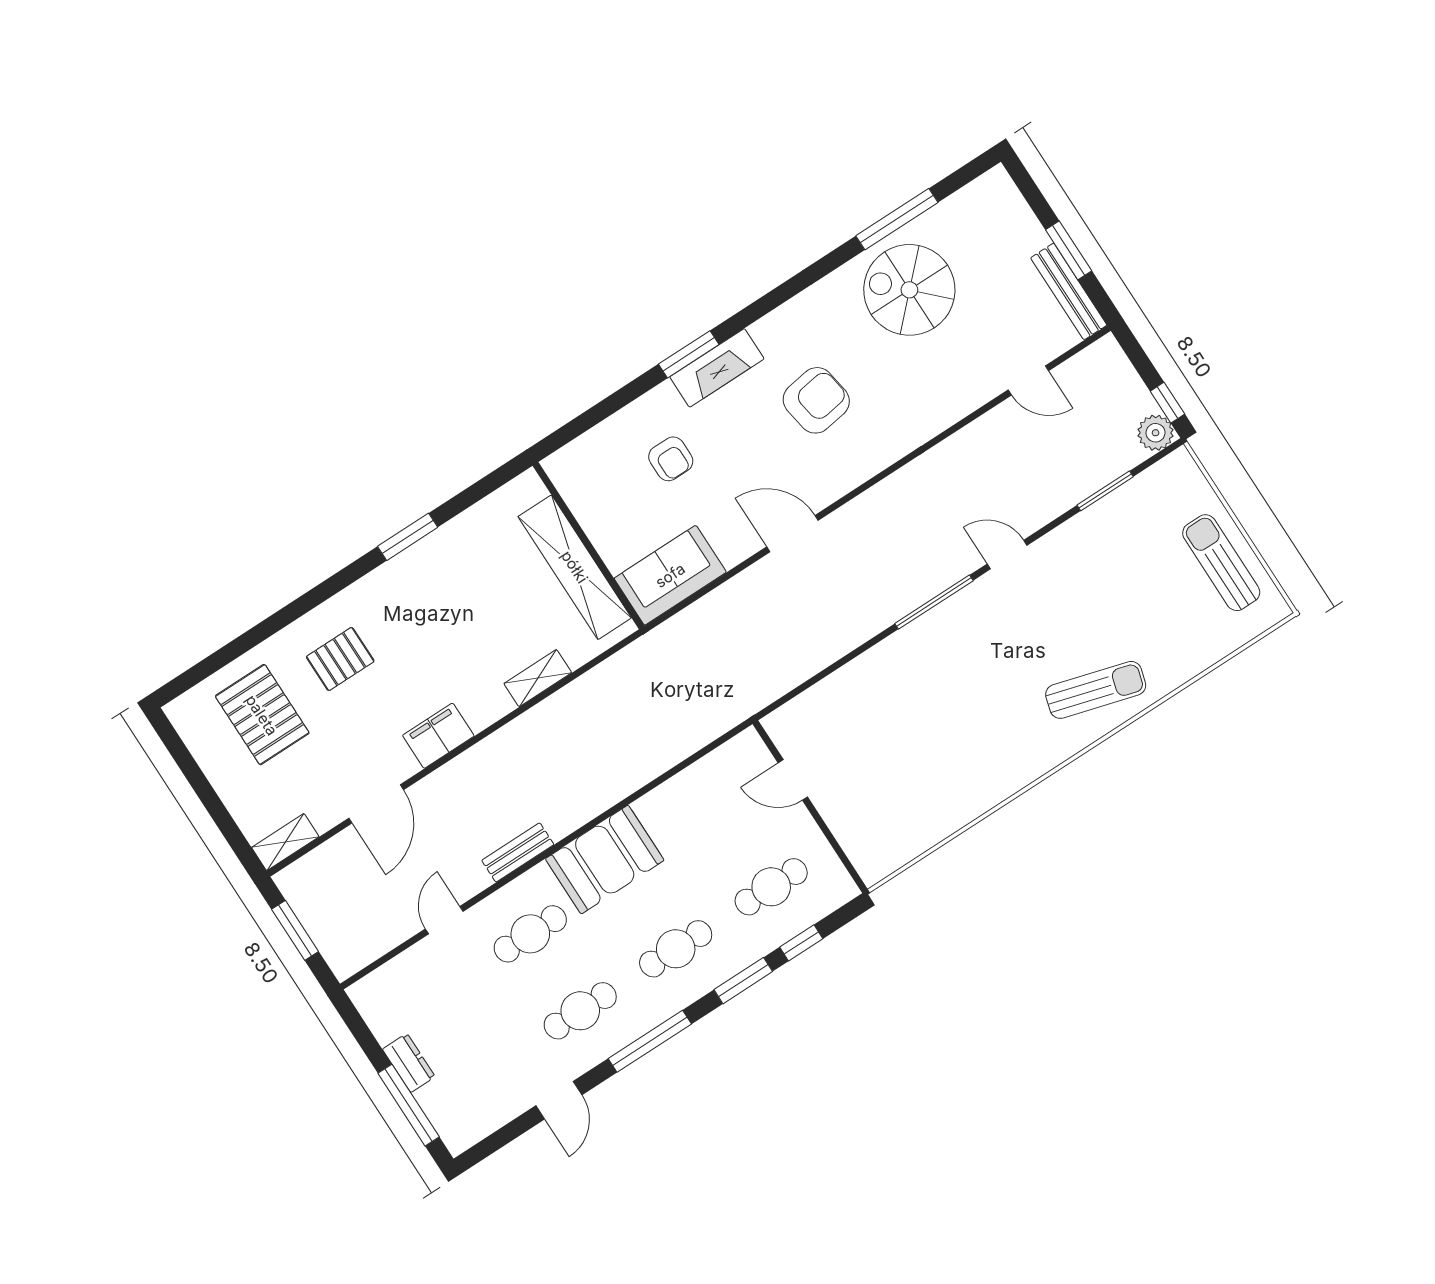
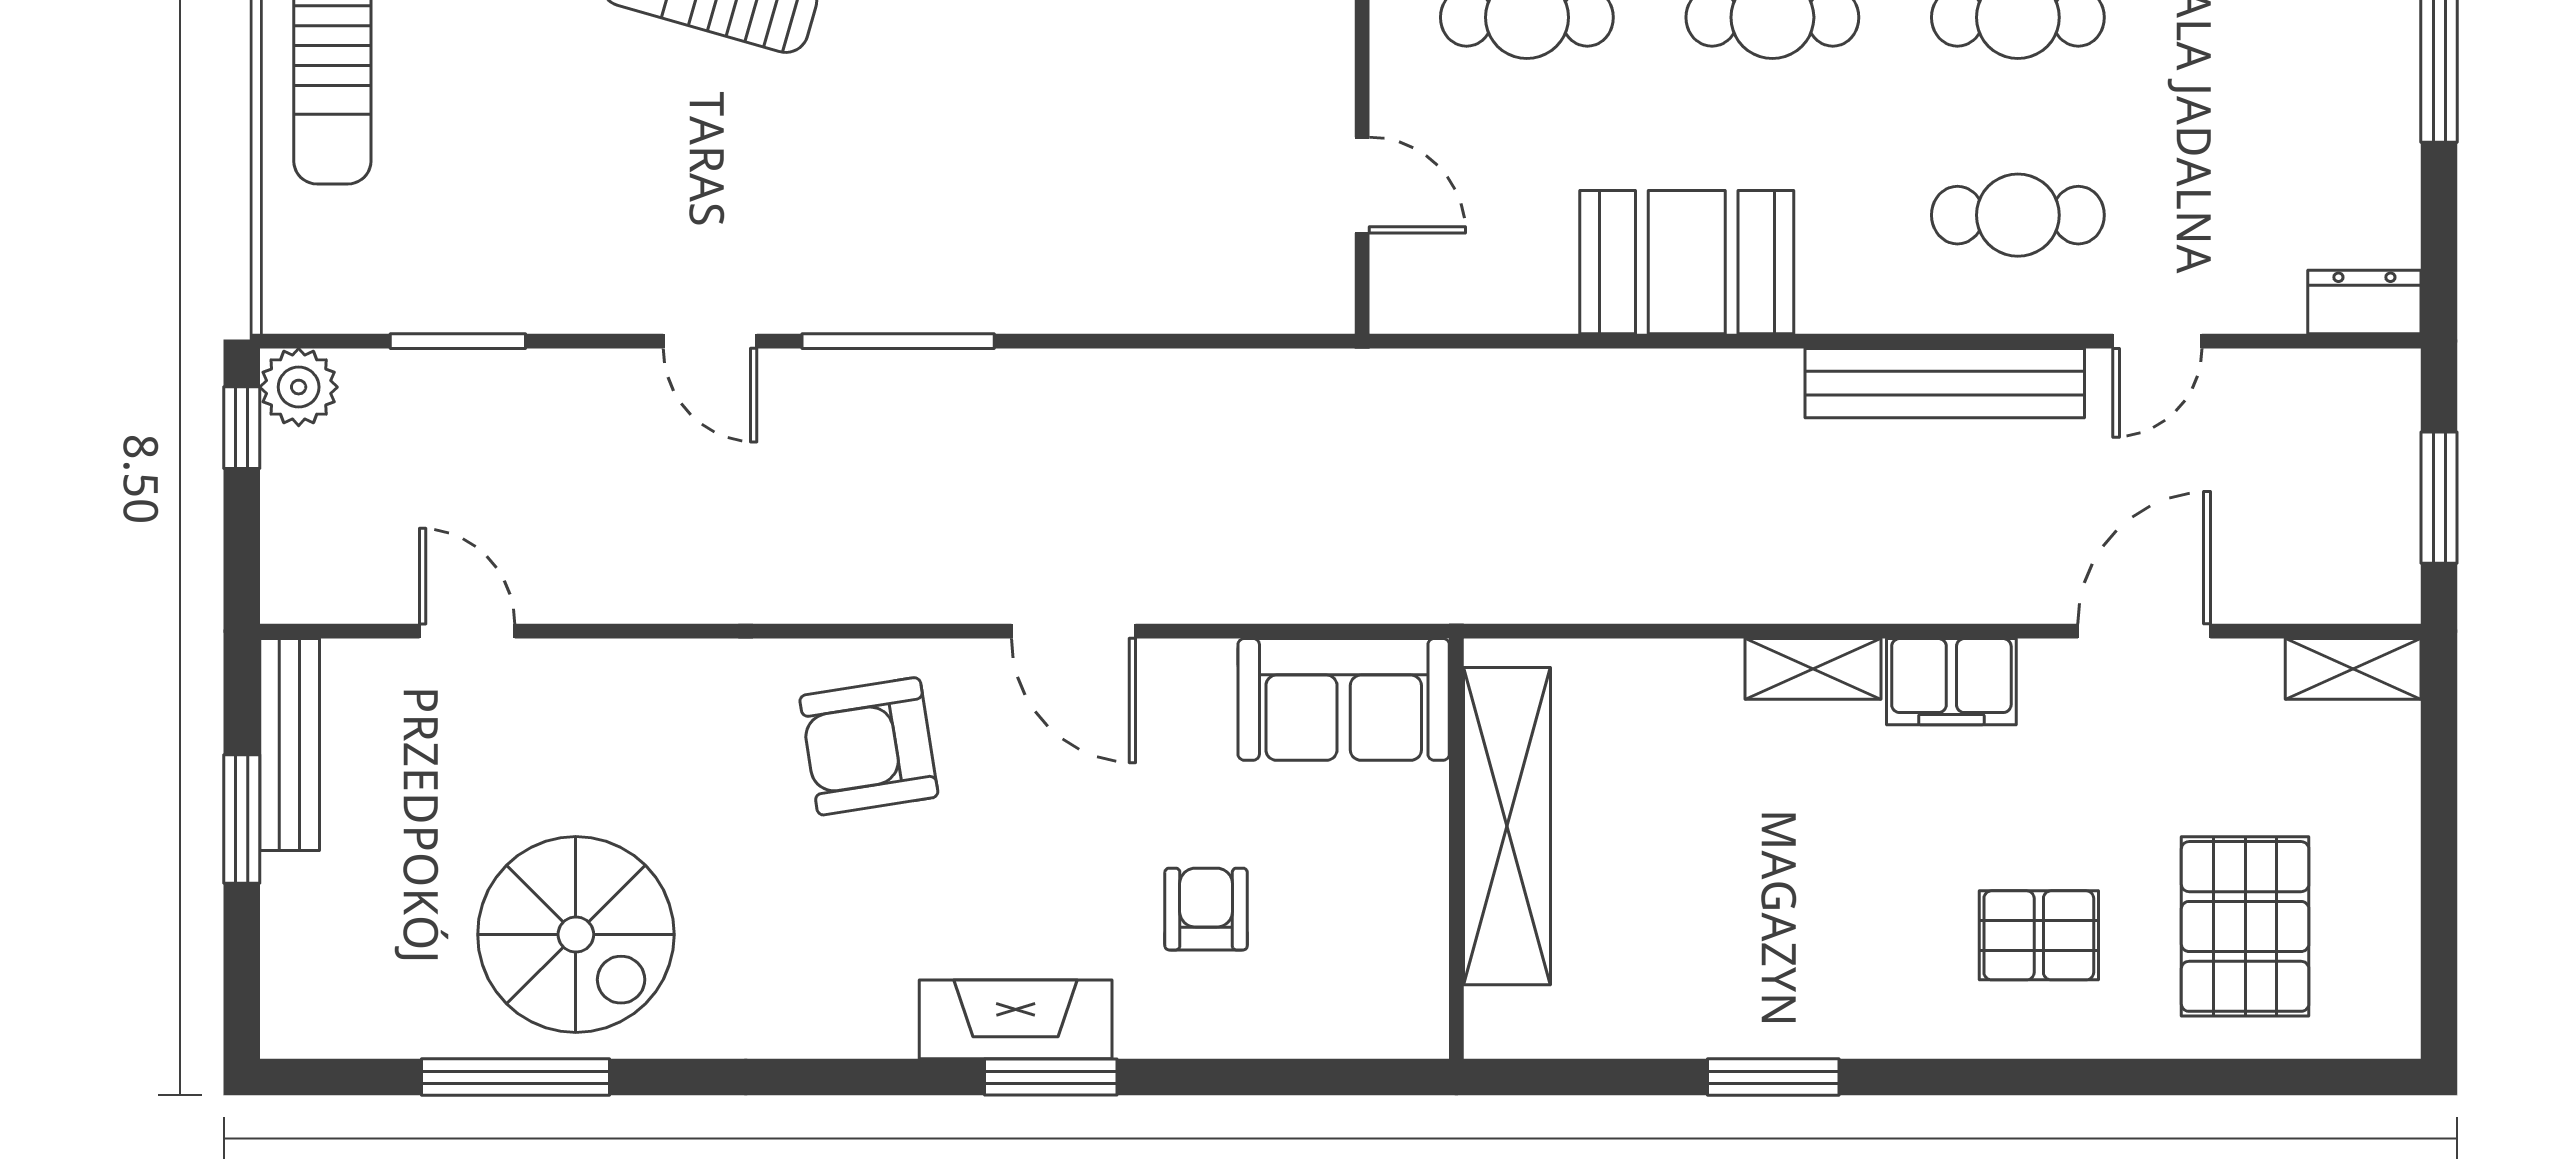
armchair: (816, 400) -> (869, 746), moved
shelving: (538, 678) -> (1813, 669), moved
bench: (518, 852) -> (1945, 383), width x1.86, depth x1.21
booth: (605, 860) -> (1687, 262), moved
dresser: (409, 1063) -> (2364, 302), moved, turned 90

